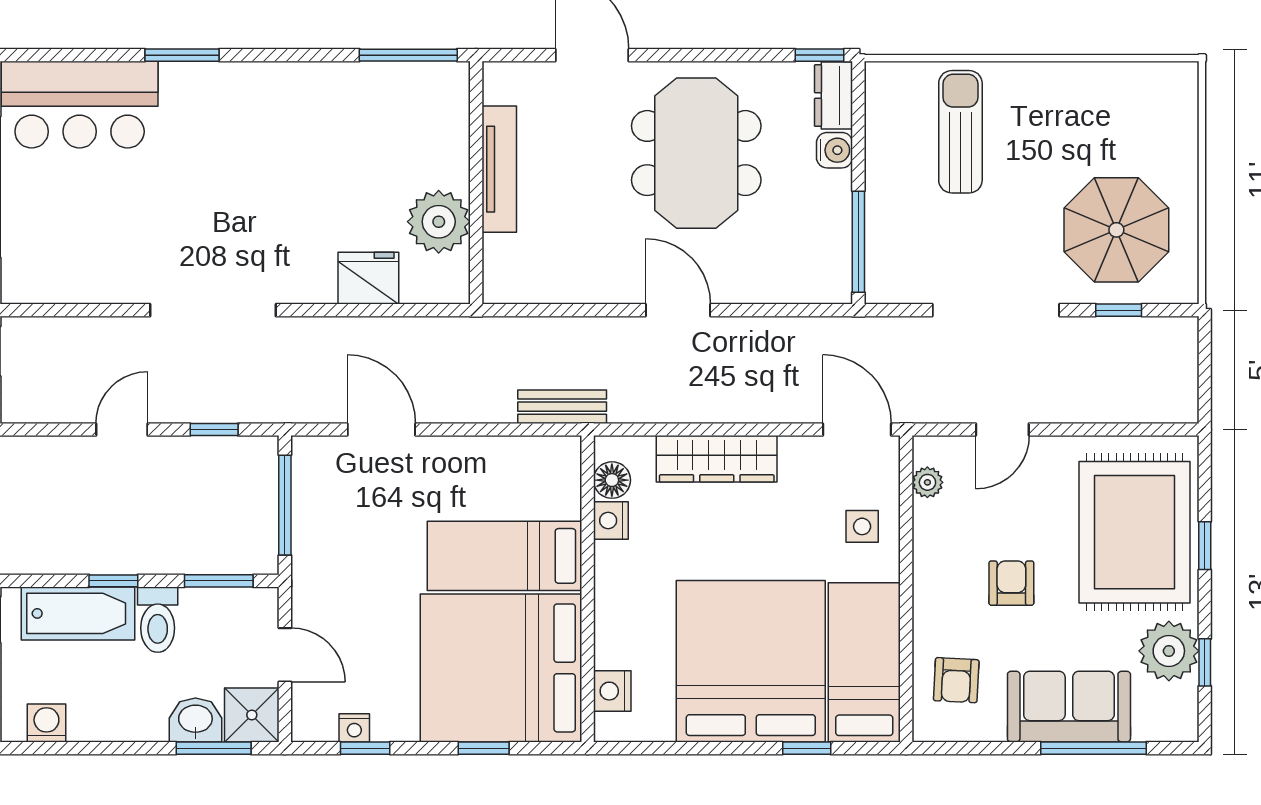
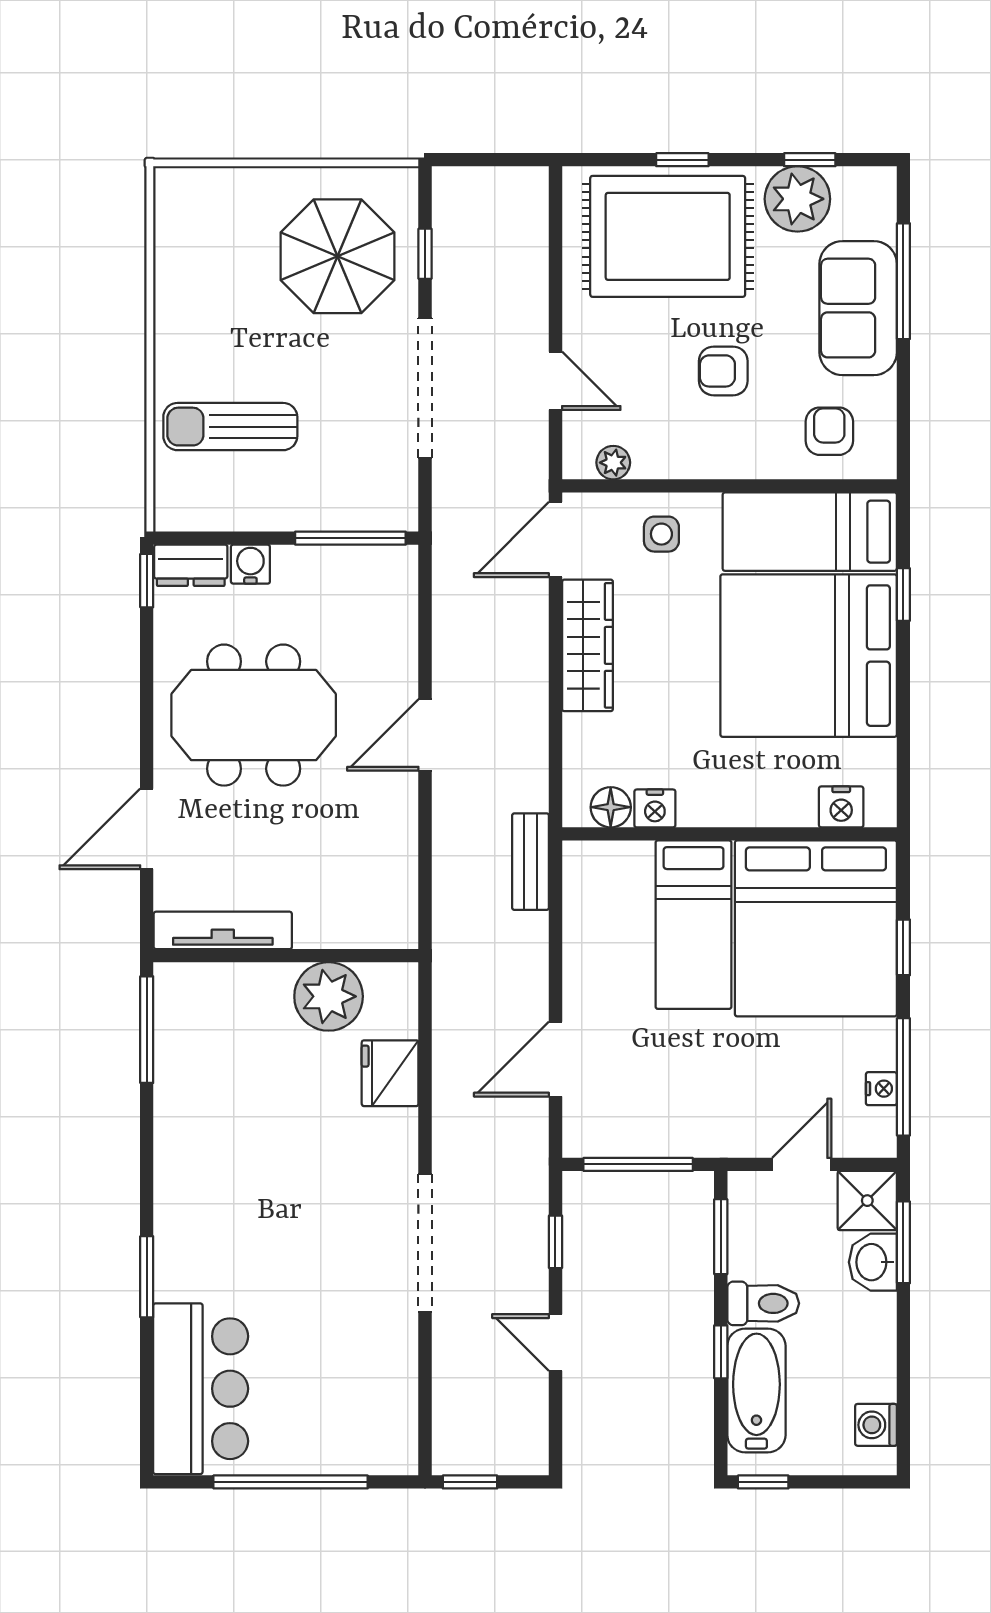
tv unit: (499, 169) -> (223, 930), moved
wardrobe: (717, 459) -> (587, 645), moved
armchair: (956, 680) -> (829, 431), turned -93
window: (365, 748) -> (903, 1077), width x2.17

